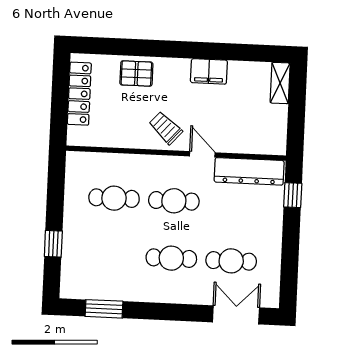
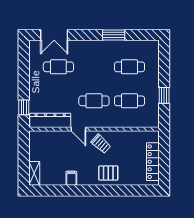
filing cabinet: (209, 71) -> (71, 178), width x0.50
pallet: (136, 74) -> (108, 173), moved
window: (53, 244) -> (164, 95), moved
cafe table: (171, 258) -> (129, 67), moved
window: (104, 309) -> (114, 35), moved

